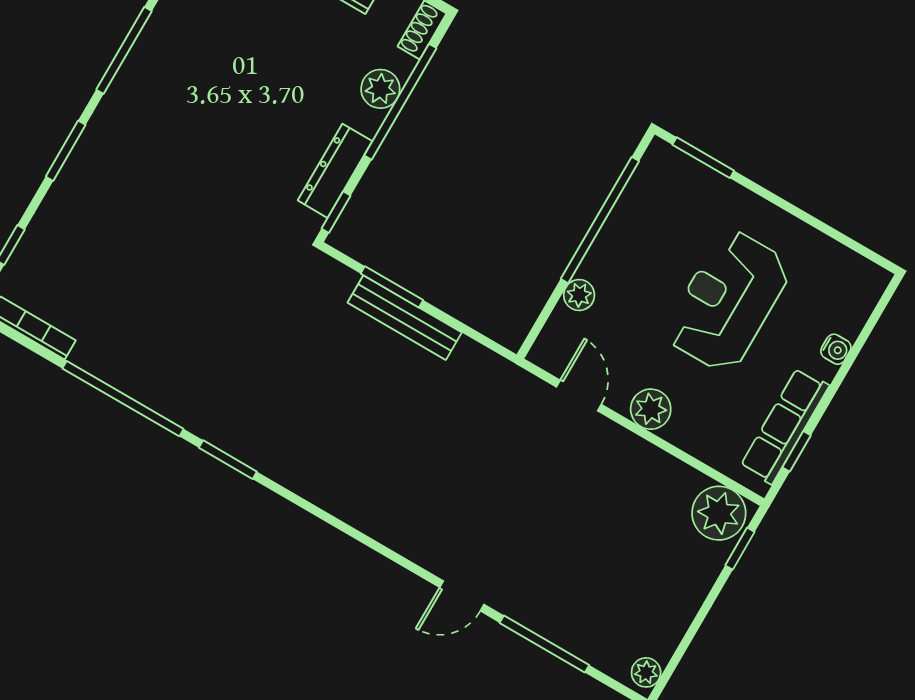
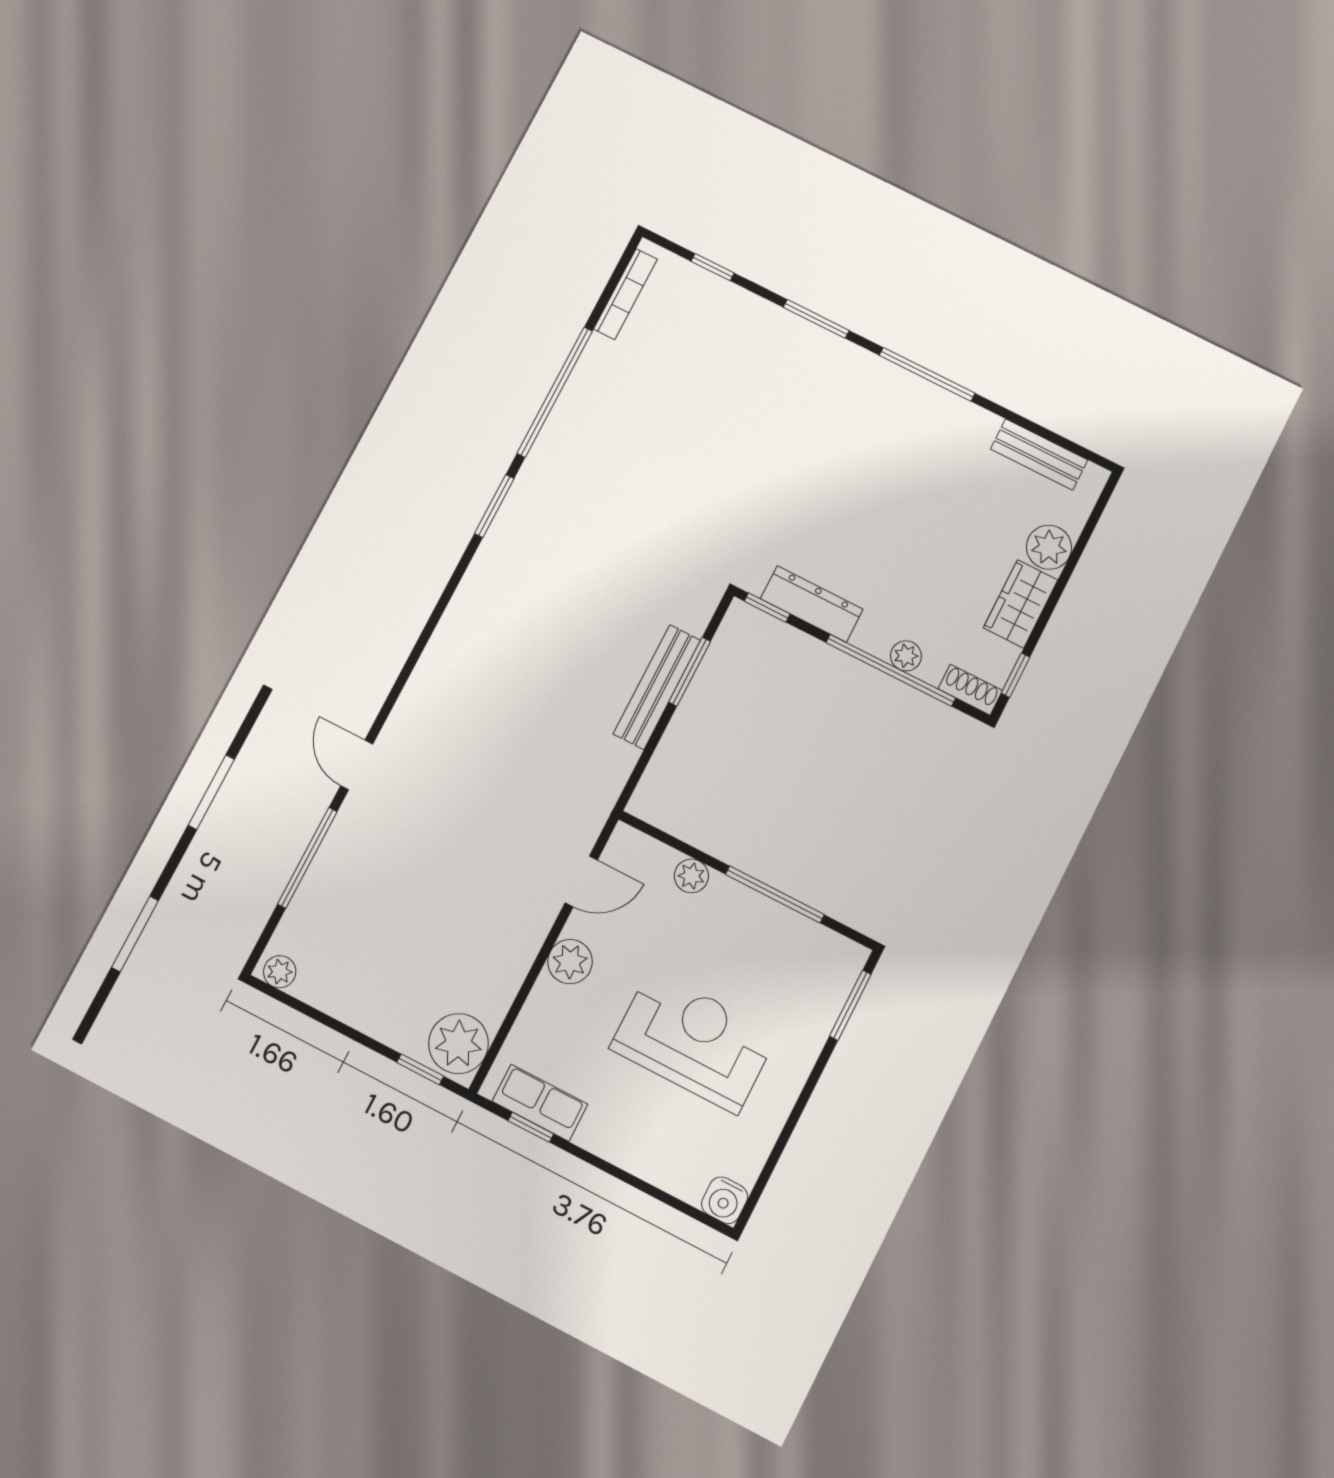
plant: (380, 89) -> (906, 656), width x0.73, depth x0.73
window: (600, 220) -> (775, 894), width x0.68
water cooler: (836, 349) -> (725, 1200), moved, width x1.38, depth x1.38
row of seats: (785, 426) -> (540, 1103), width x0.68

